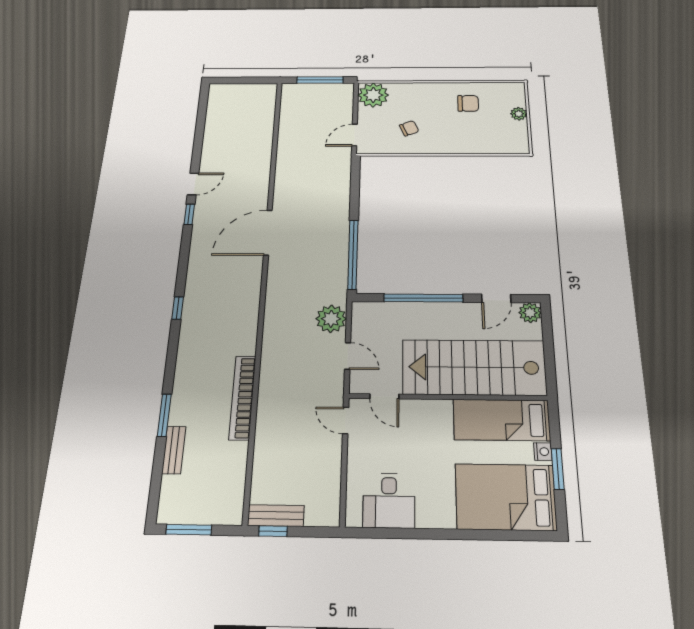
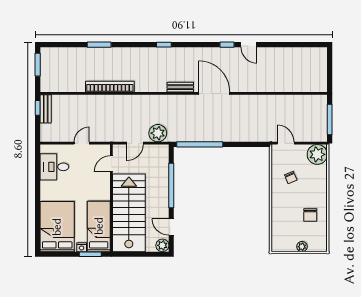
door: (346, 420) -> (82, 143), moved
bench: (174, 450) -> (180, 87), moved
window: (558, 469) -> (90, 254), moved

